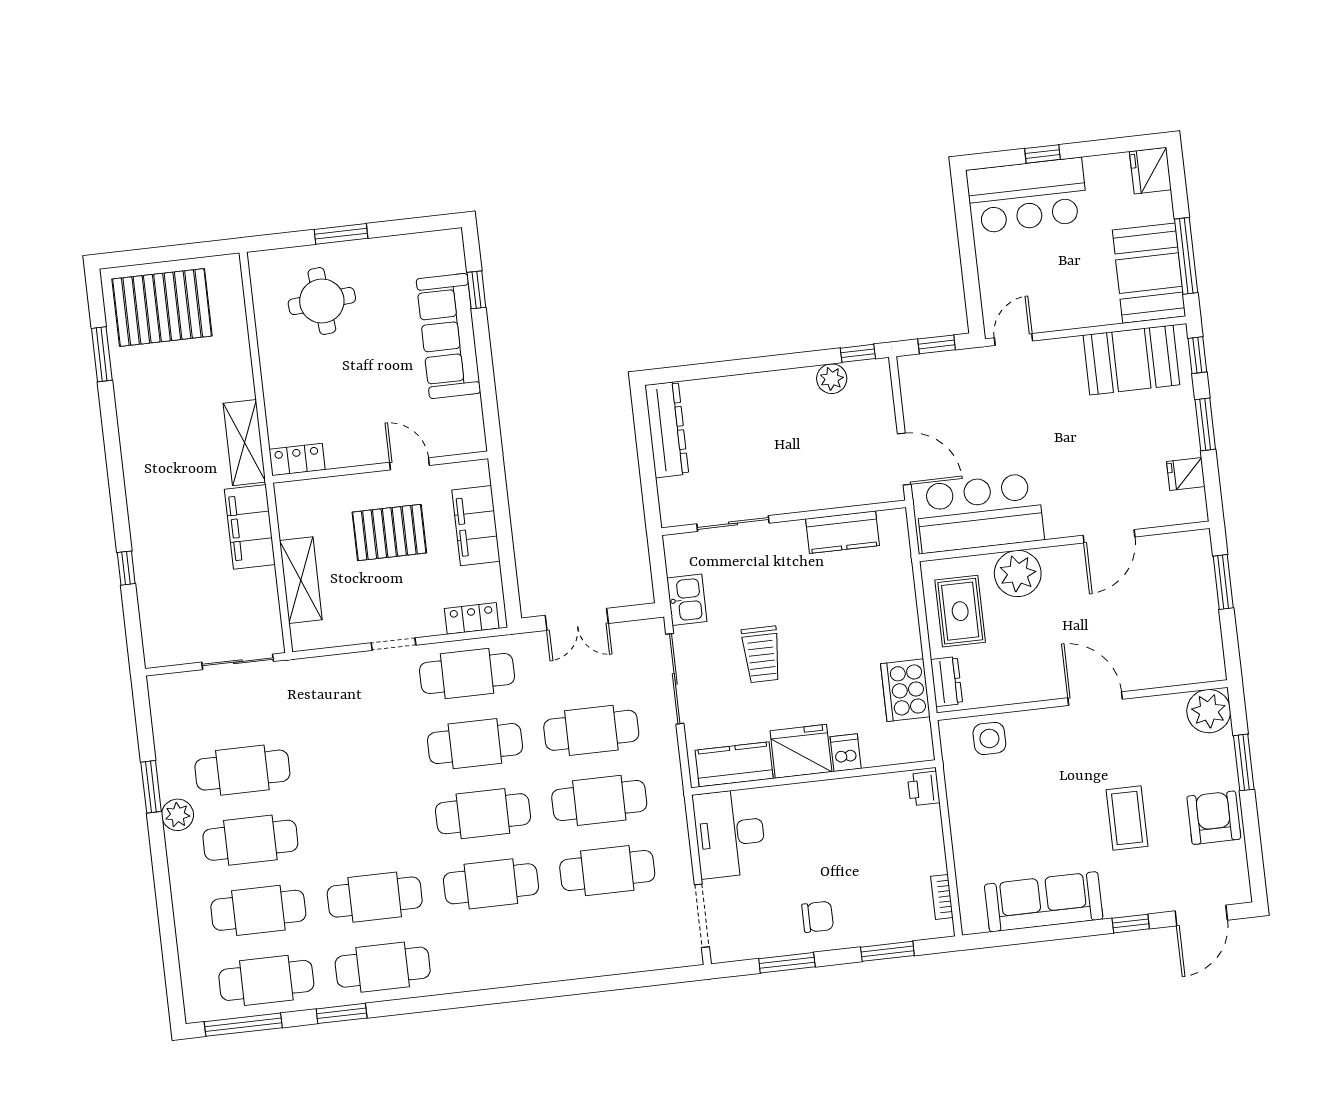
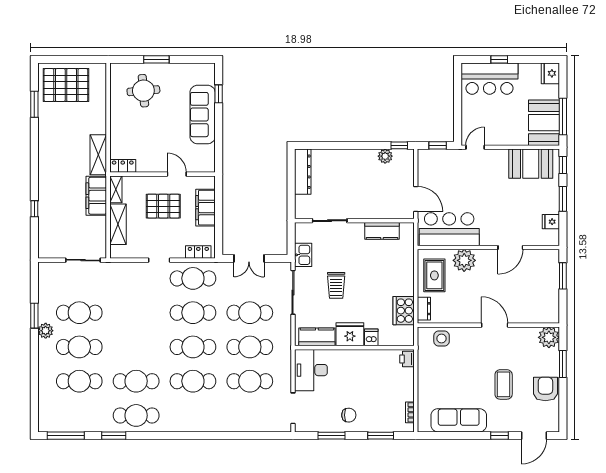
shelving: (288, 509) -> (116, 189), added
cafe table: (266, 980) -> (79, 415), removed

